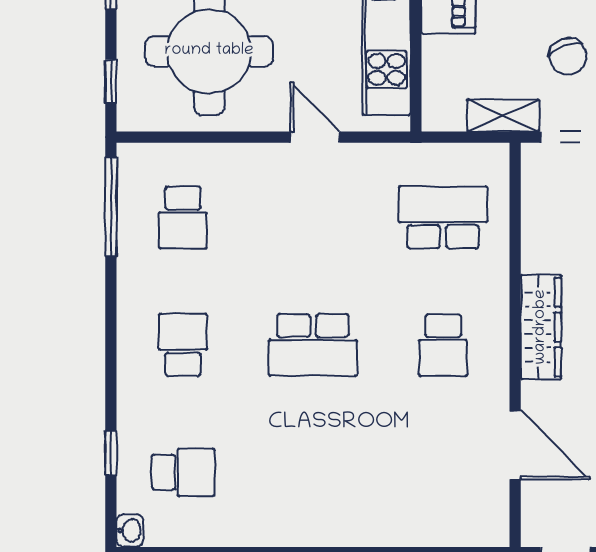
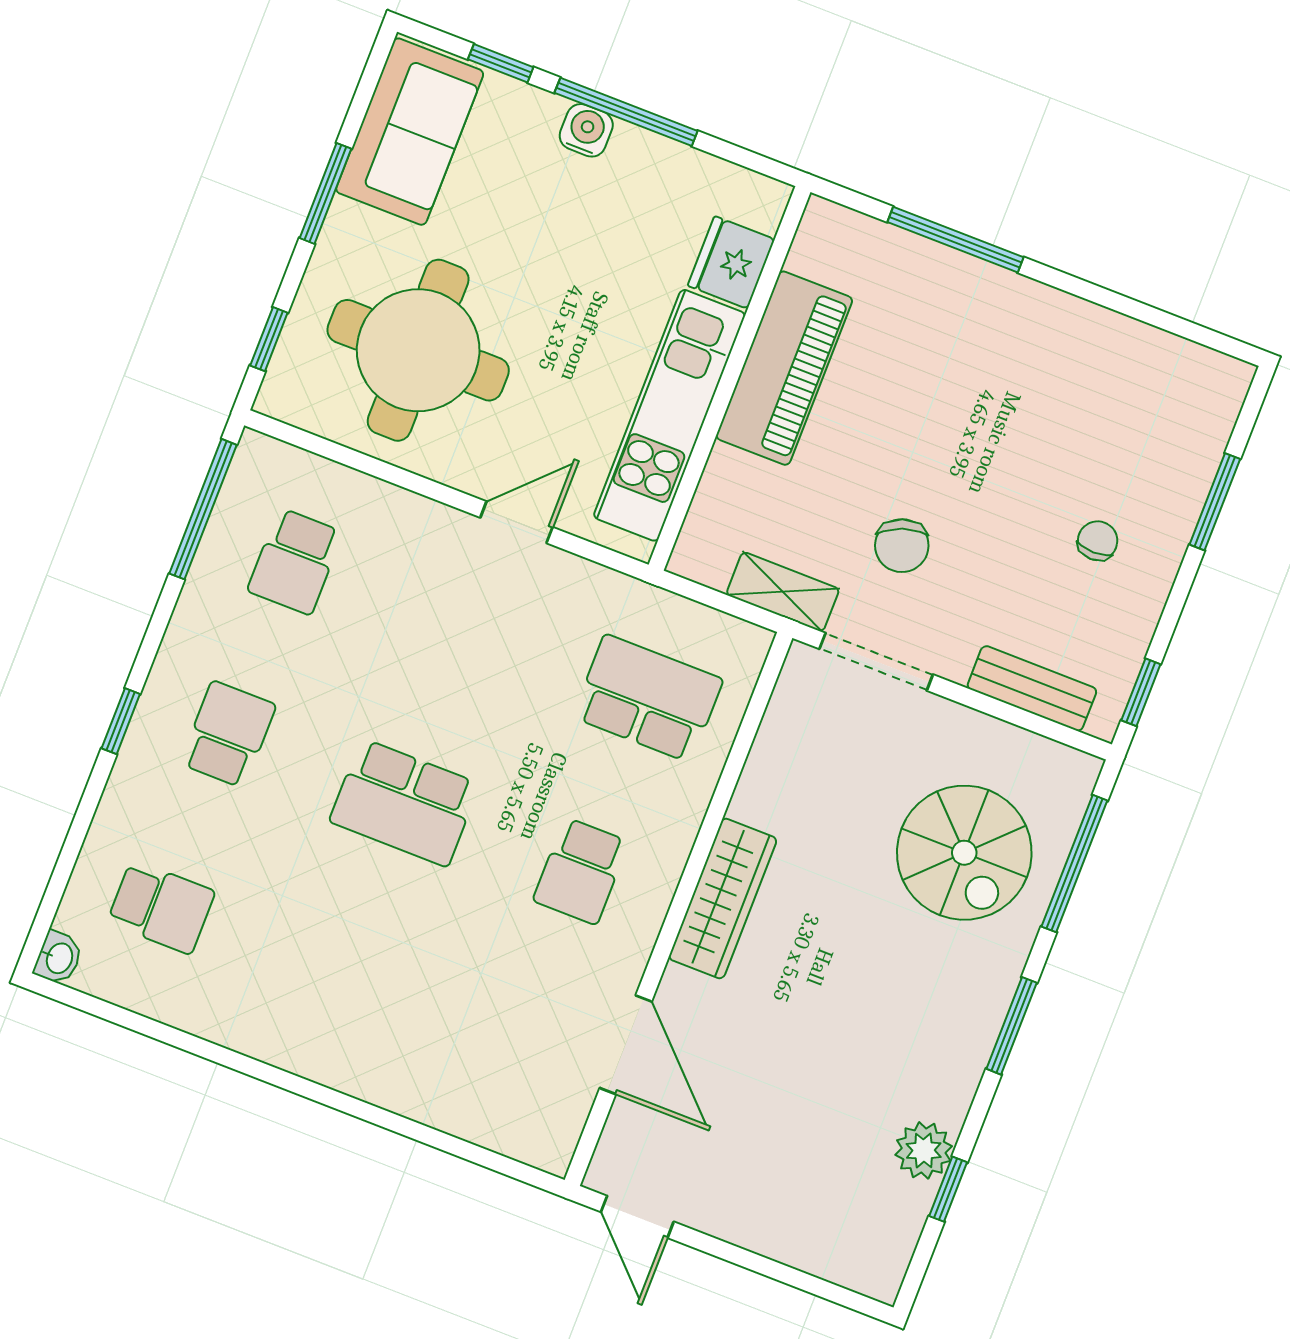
door: (315, 137) -> (517, 522), hinge flipped
window: (111, 453) -> (121, 721), moved

